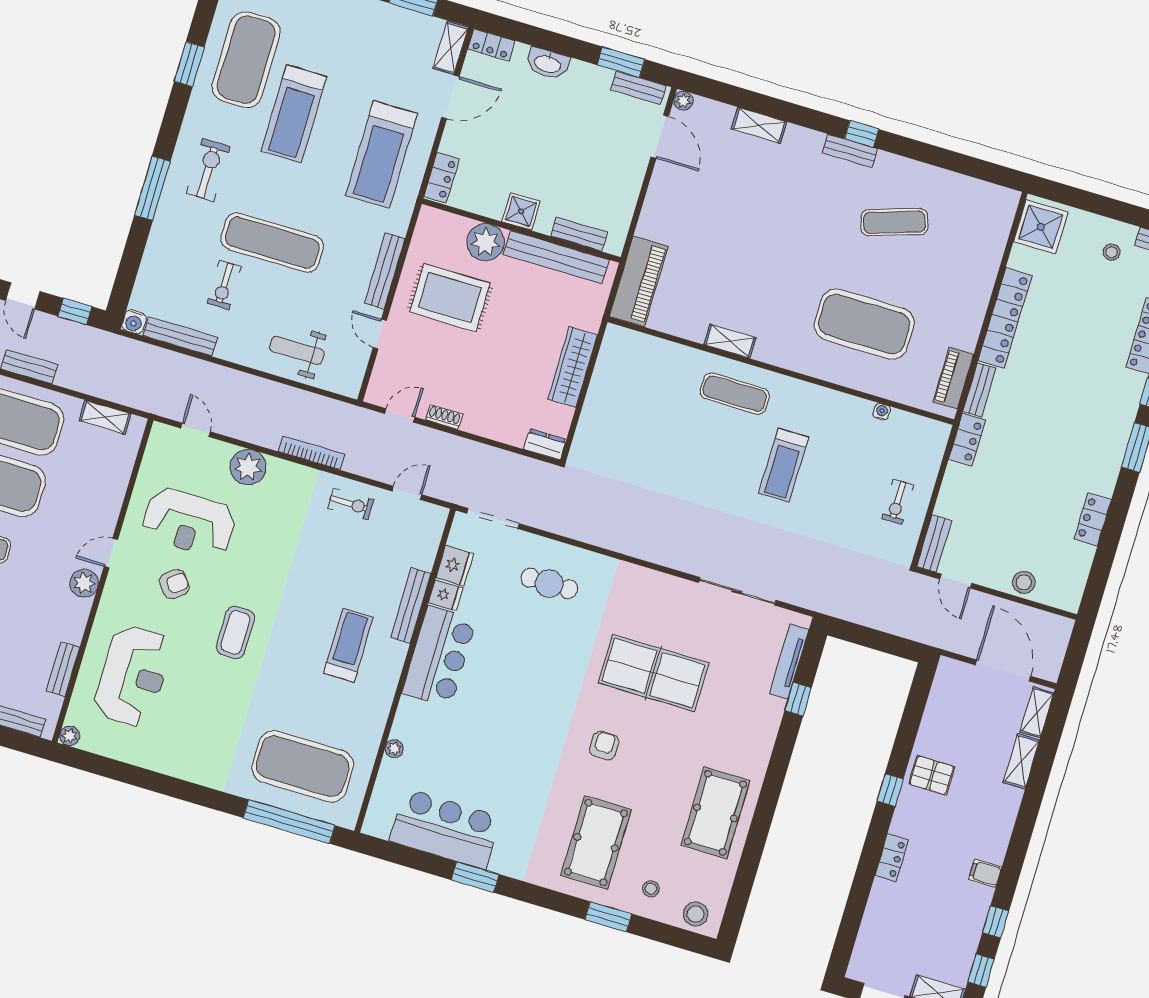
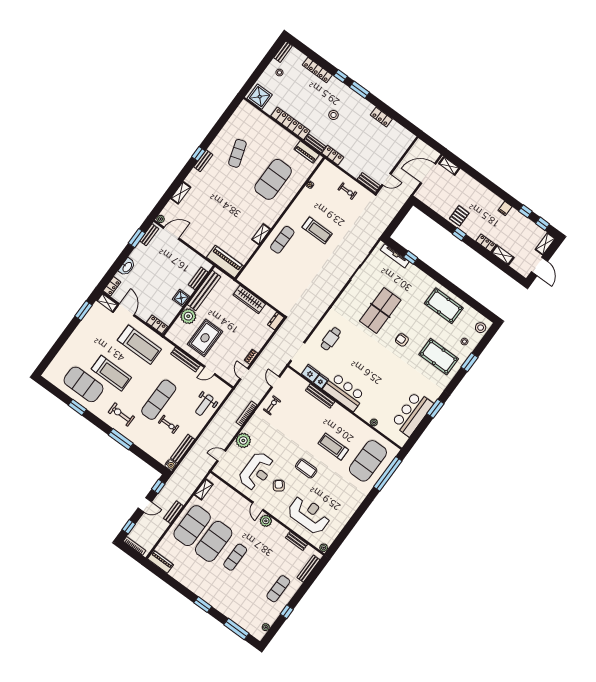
stool: (1024, 582) -> (333, 115), moved
treadmill: (349, 645) -> (333, 447), moved
shelving: (1021, 761) -> (503, 255), moved

